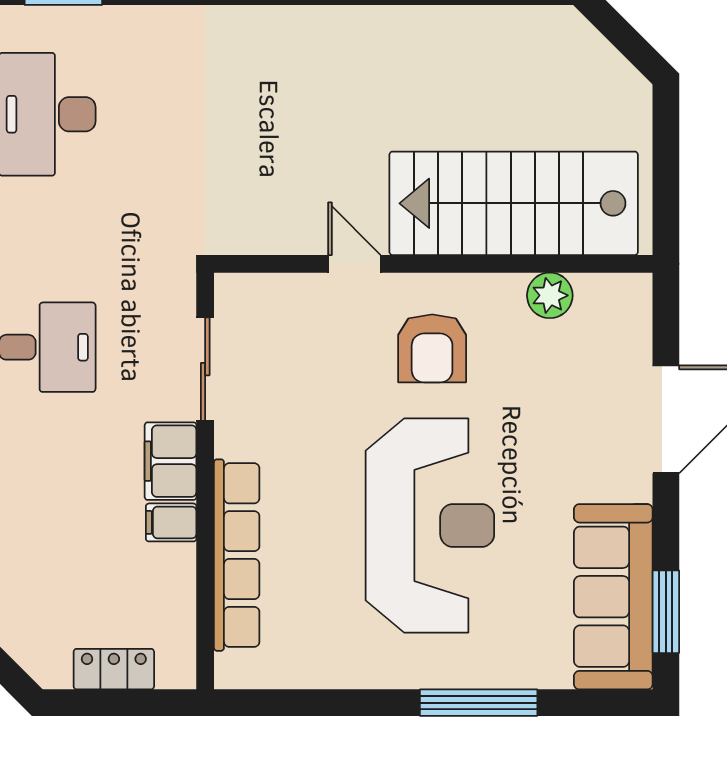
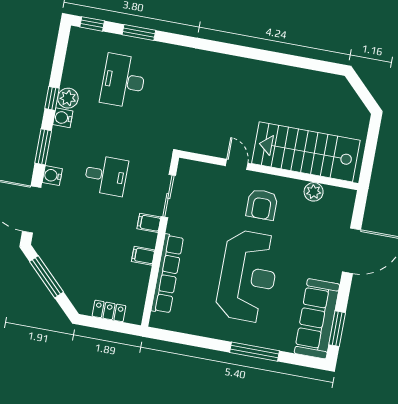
filing cabinet: (171, 461) -> (149, 223), width x0.50

